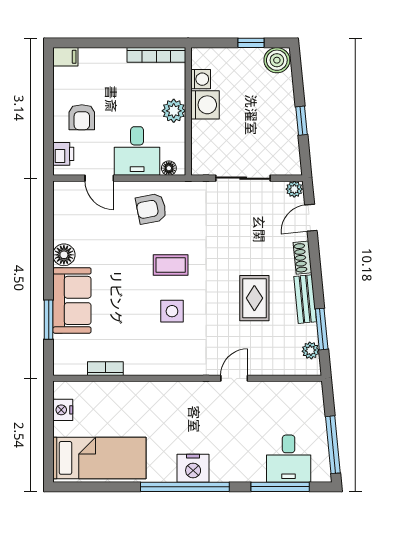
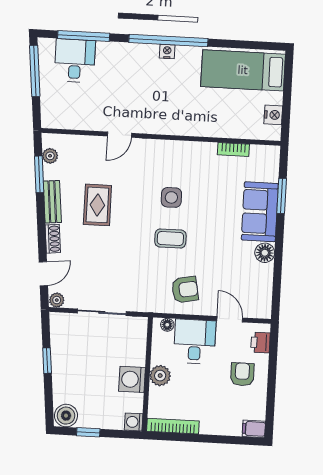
washing machine: (201, 79) -> (134, 422), moved
nightstand: (193, 468) -> (167, 51), width x0.53, depth x0.56

